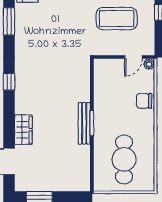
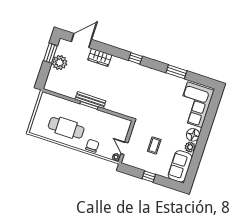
coffee table: (117, 19) -> (154, 145), width x0.54, depth x0.58
cafe table: (124, 159) -> (66, 128), moved
plant: (48, 181) -> (60, 62), added

